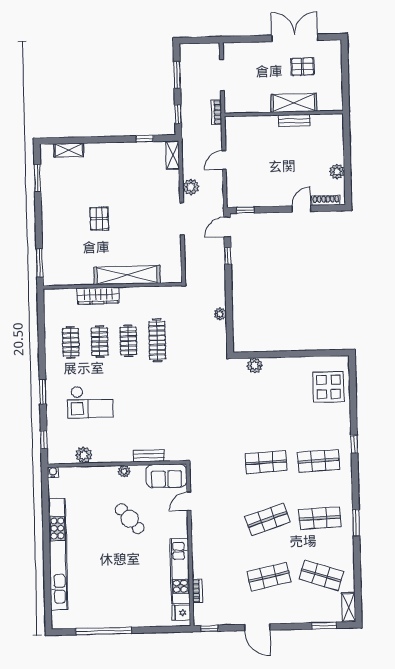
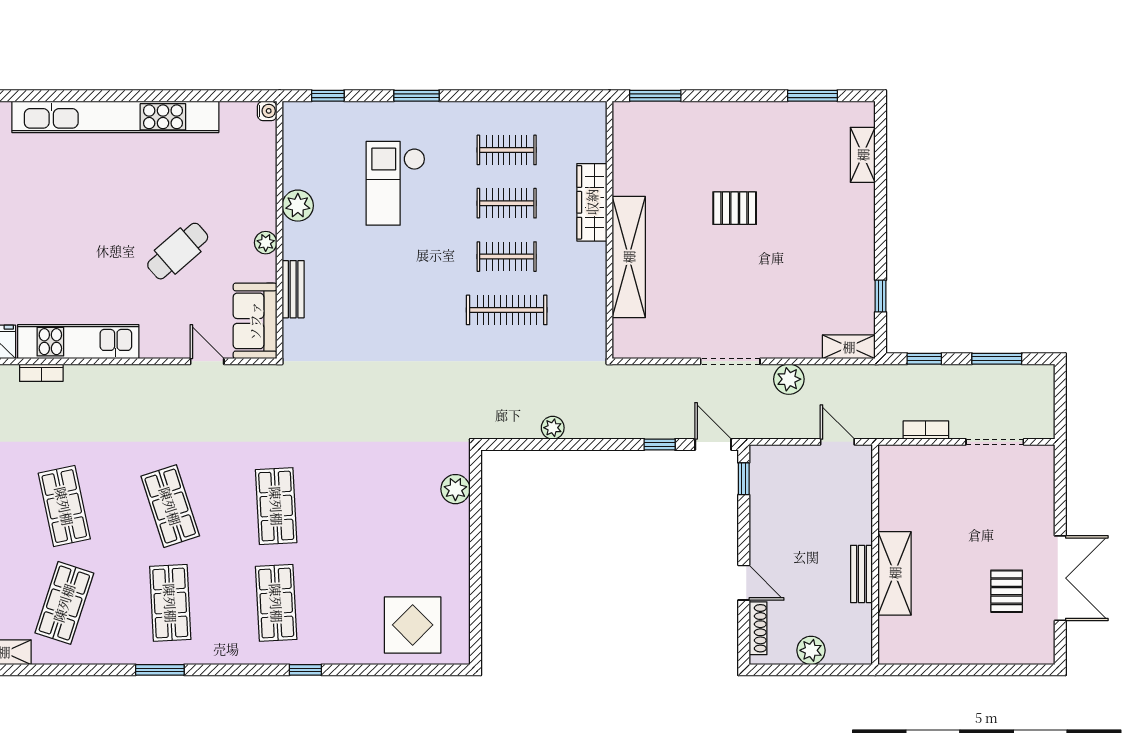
shelving: (294, 103) -> (895, 573), moved
wall: (284, 113) -> (875, 555), moved
bench: (294, 121) -> (861, 574), moved
plant: (84, 455) -> (298, 206), moved

